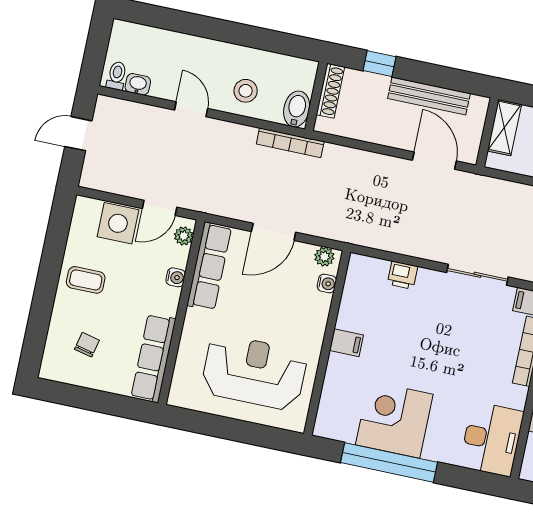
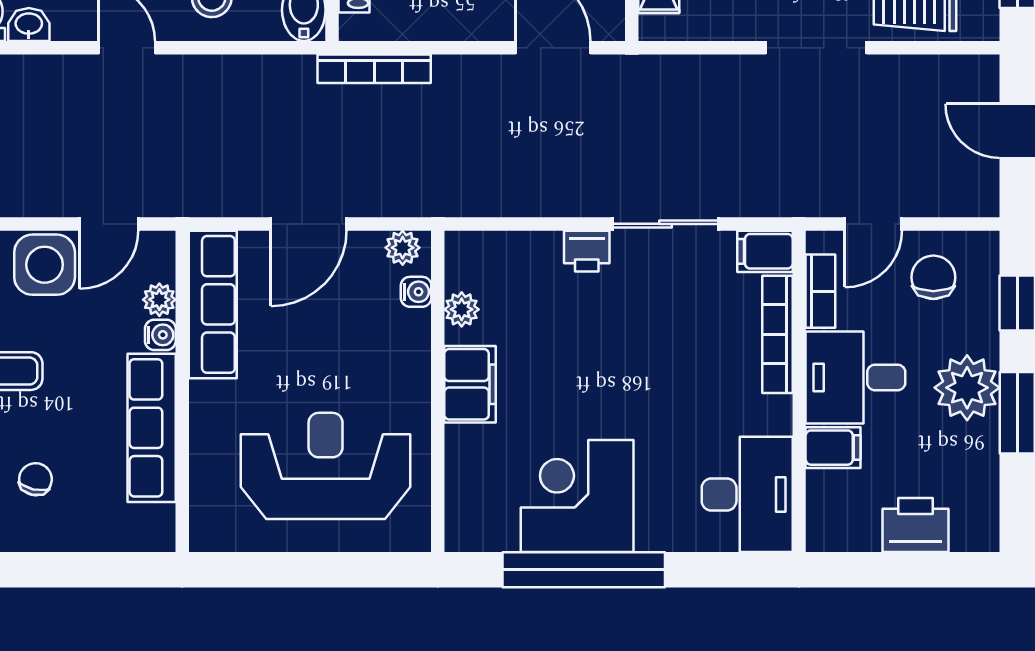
bookcase: (290, 143) -> (374, 69), moved
plant: (184, 236) -> (159, 300), moved
printer: (402, 275) -> (587, 251), moved
plant: (351, 299) -> (462, 309), added
filing cabinet: (347, 343) -> (470, 384), width x2.00
row of seats: (153, 358) -> (152, 428), moved

